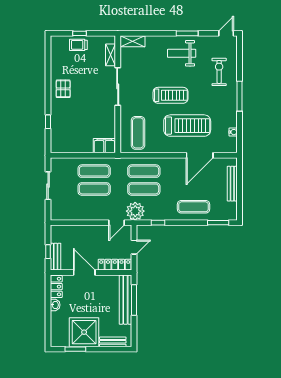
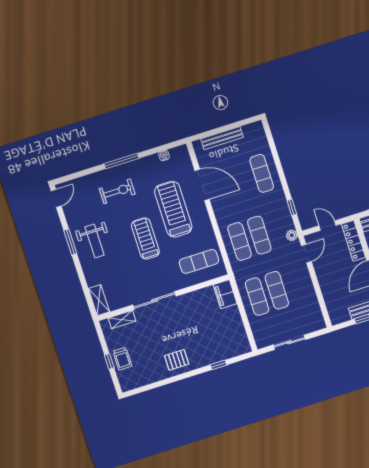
door: (226, 33) -> (56, 198), swing flipped
exercise bike: (219, 72) -> (117, 191), moved, turned 180
plant: (135, 211) -> (292, 235), width x0.53, depth x0.53
door: (117, 223) -> (306, 254), hinge flipped
window: (218, 223) -> (271, 140), removed

